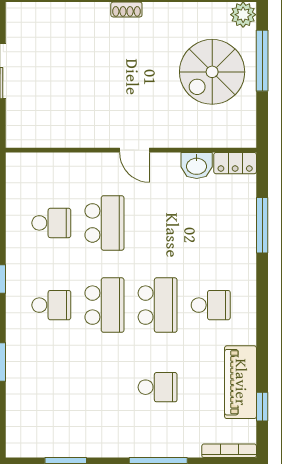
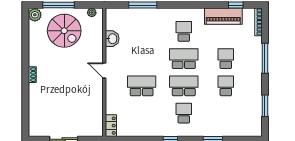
plant: (248, 126) -> (92, 13), added
door: (134, 150) -> (104, 71), swing flipped
locker: (235, 163) -> (111, 126), moved
school desk: (51, 223) -> (226, 86), moved

